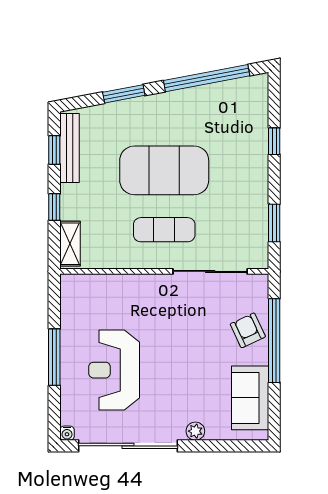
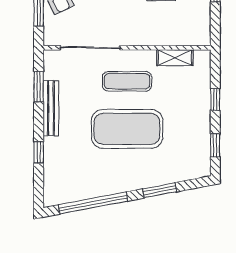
bench: (69, 148) -> (51, 108), moved
shelving: (70, 244) -> (175, 58), moved, turned 90

